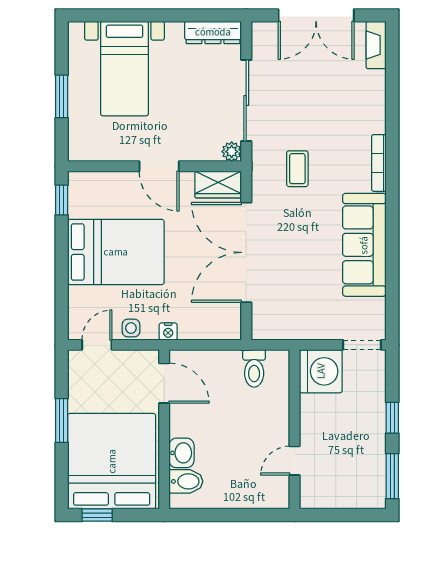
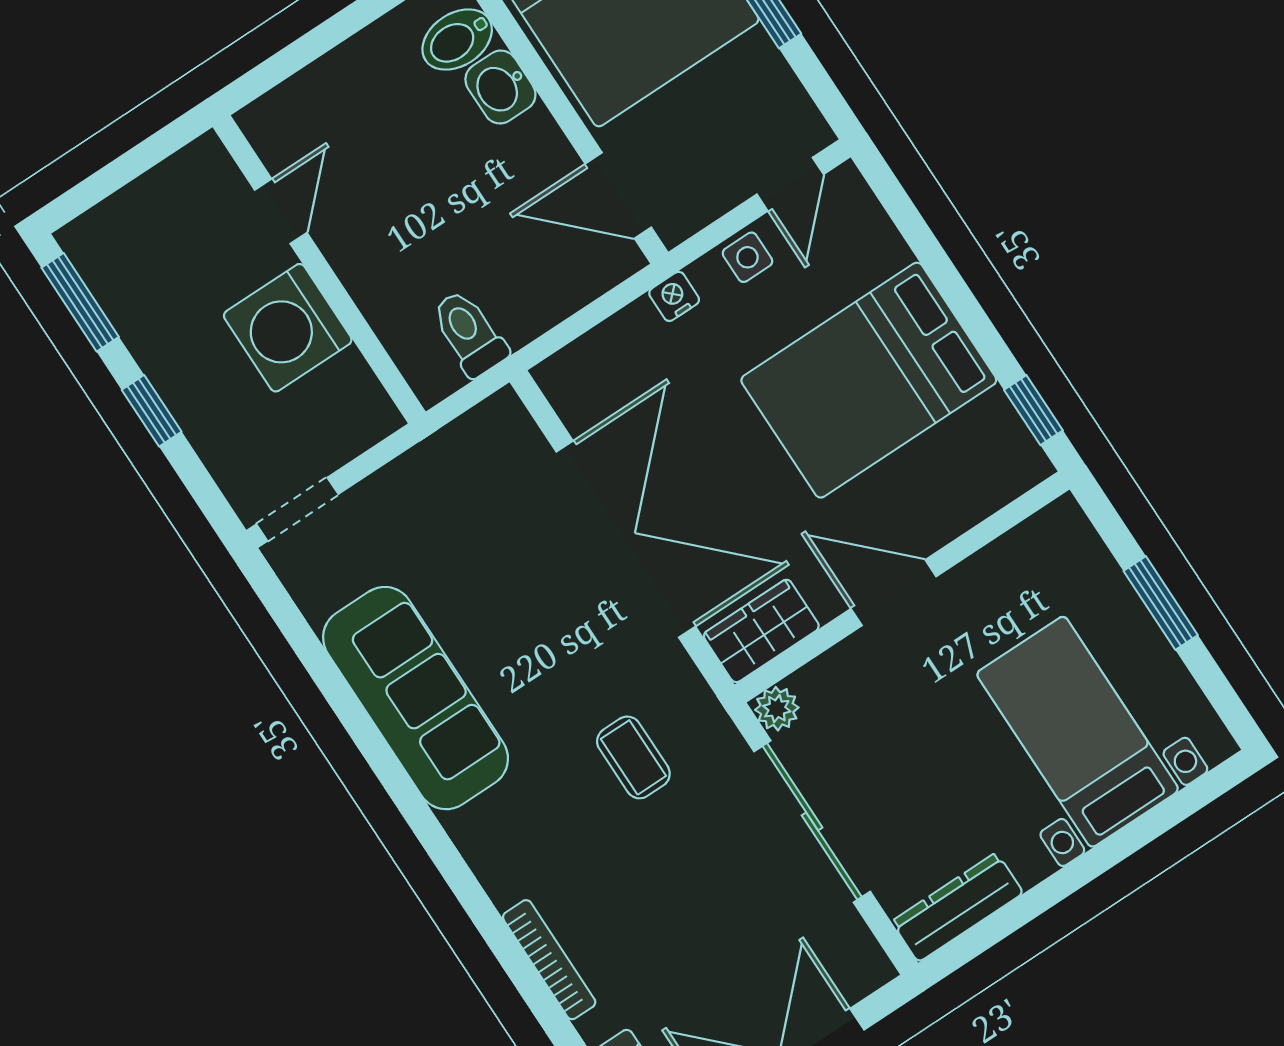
bookcase: (379, 163) -> (549, 960), moved
washing machine: (321, 371) -> (288, 328), moved

